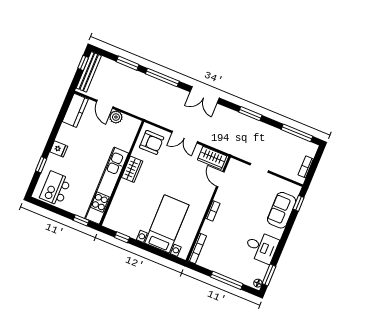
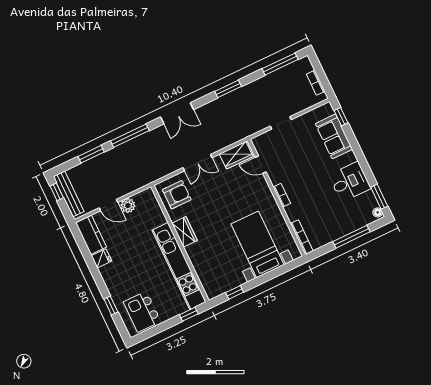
fridge: (59, 149) -> (102, 258), moved

